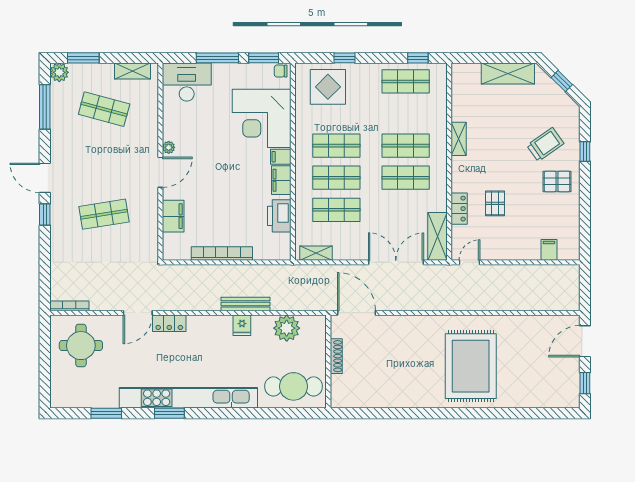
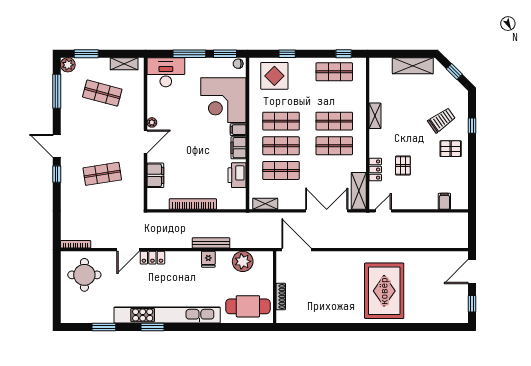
shoe rack: (336, 356) -> (281, 297), moved

